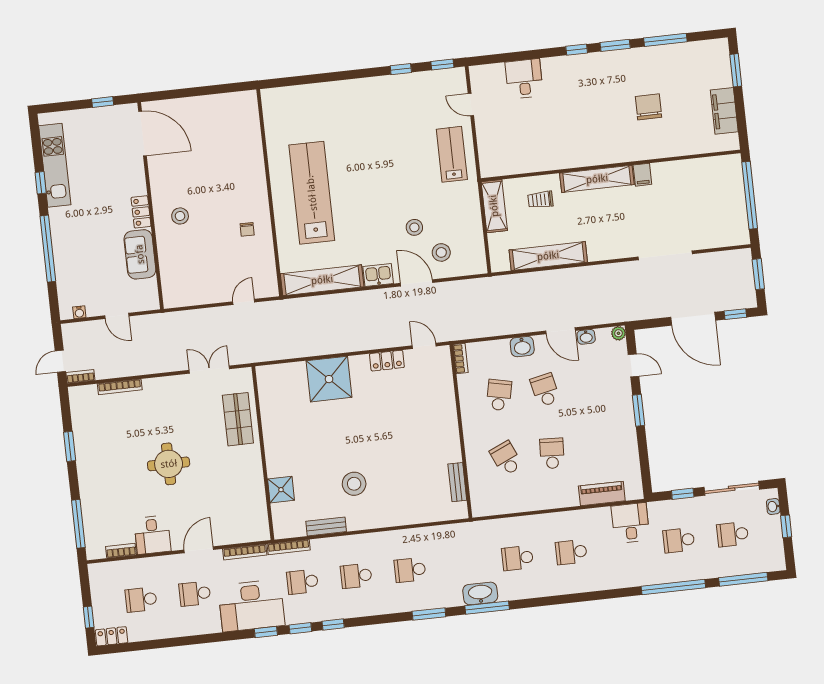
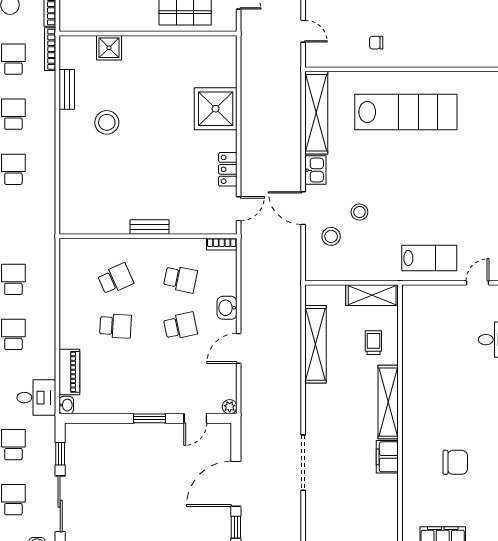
filing cabinet: (642, 175) -> (387, 457), width x2.00
door: (417, 283) -> (303, 208), swing flipped
washbasin: (586, 337) -> (66, 405), moved, turned 180
bench: (457, 482) -> (150, 227), moved

